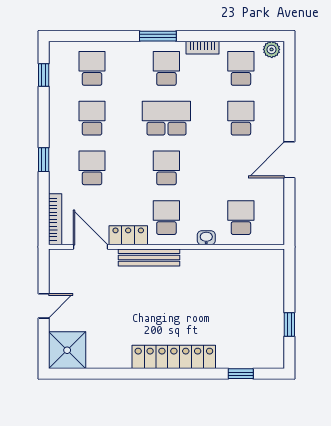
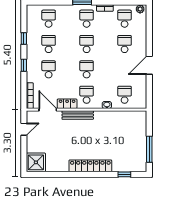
window: (44, 75) -> (24, 38), moved
school desk: (166, 118) -> (87, 44), width x0.54
door: (44, 306) -> (24, 129), moved
window: (289, 324) -> (149, 149), width x2.17

